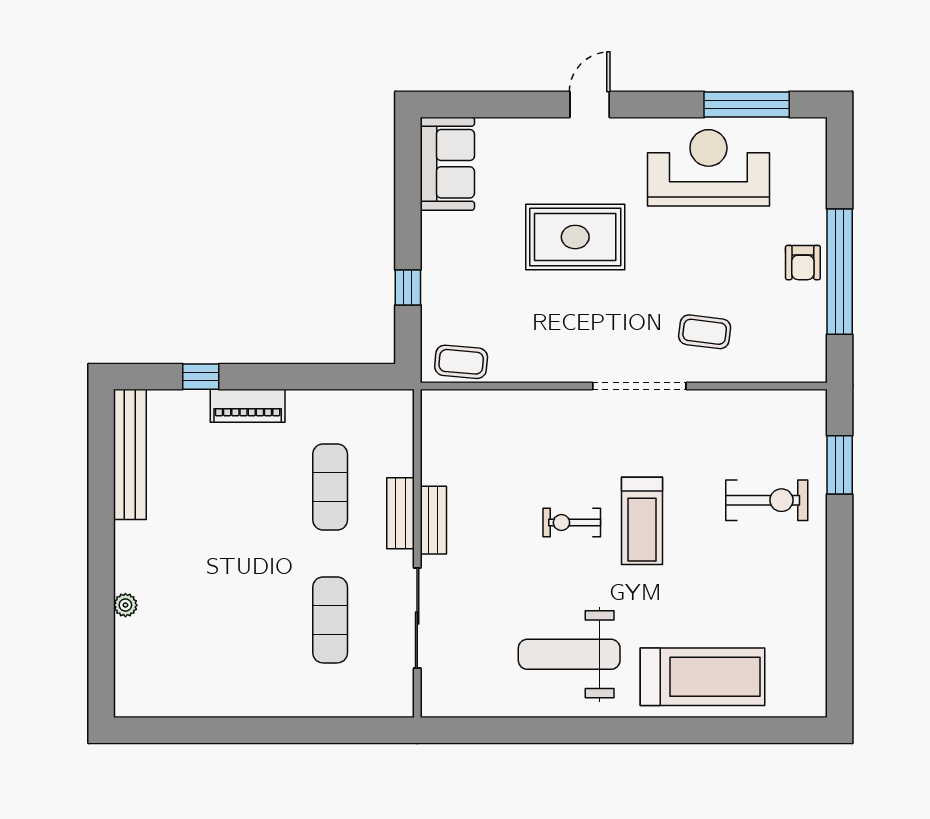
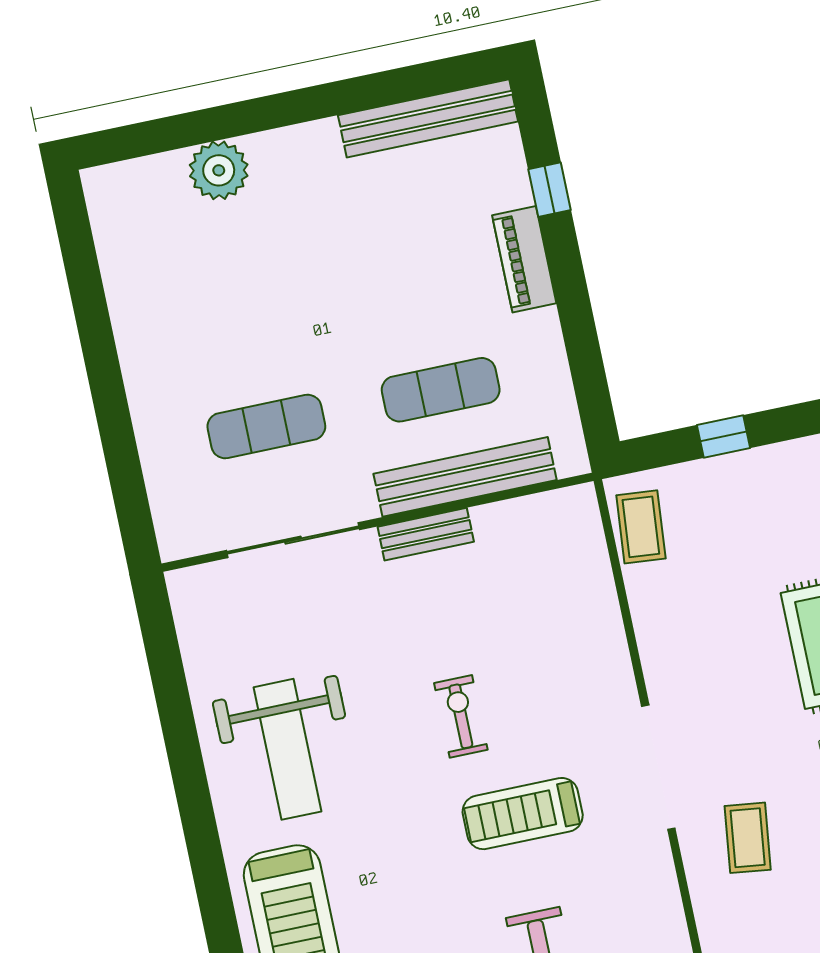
bench: (400, 513) -> (465, 477), width x1.86, depth x1.21
treadmill: (642, 521) -> (523, 814), moved
plant: (125, 605) -> (219, 170), width x1.88, depth x1.88
weight bench: (569, 654) -> (287, 749), turned 180

